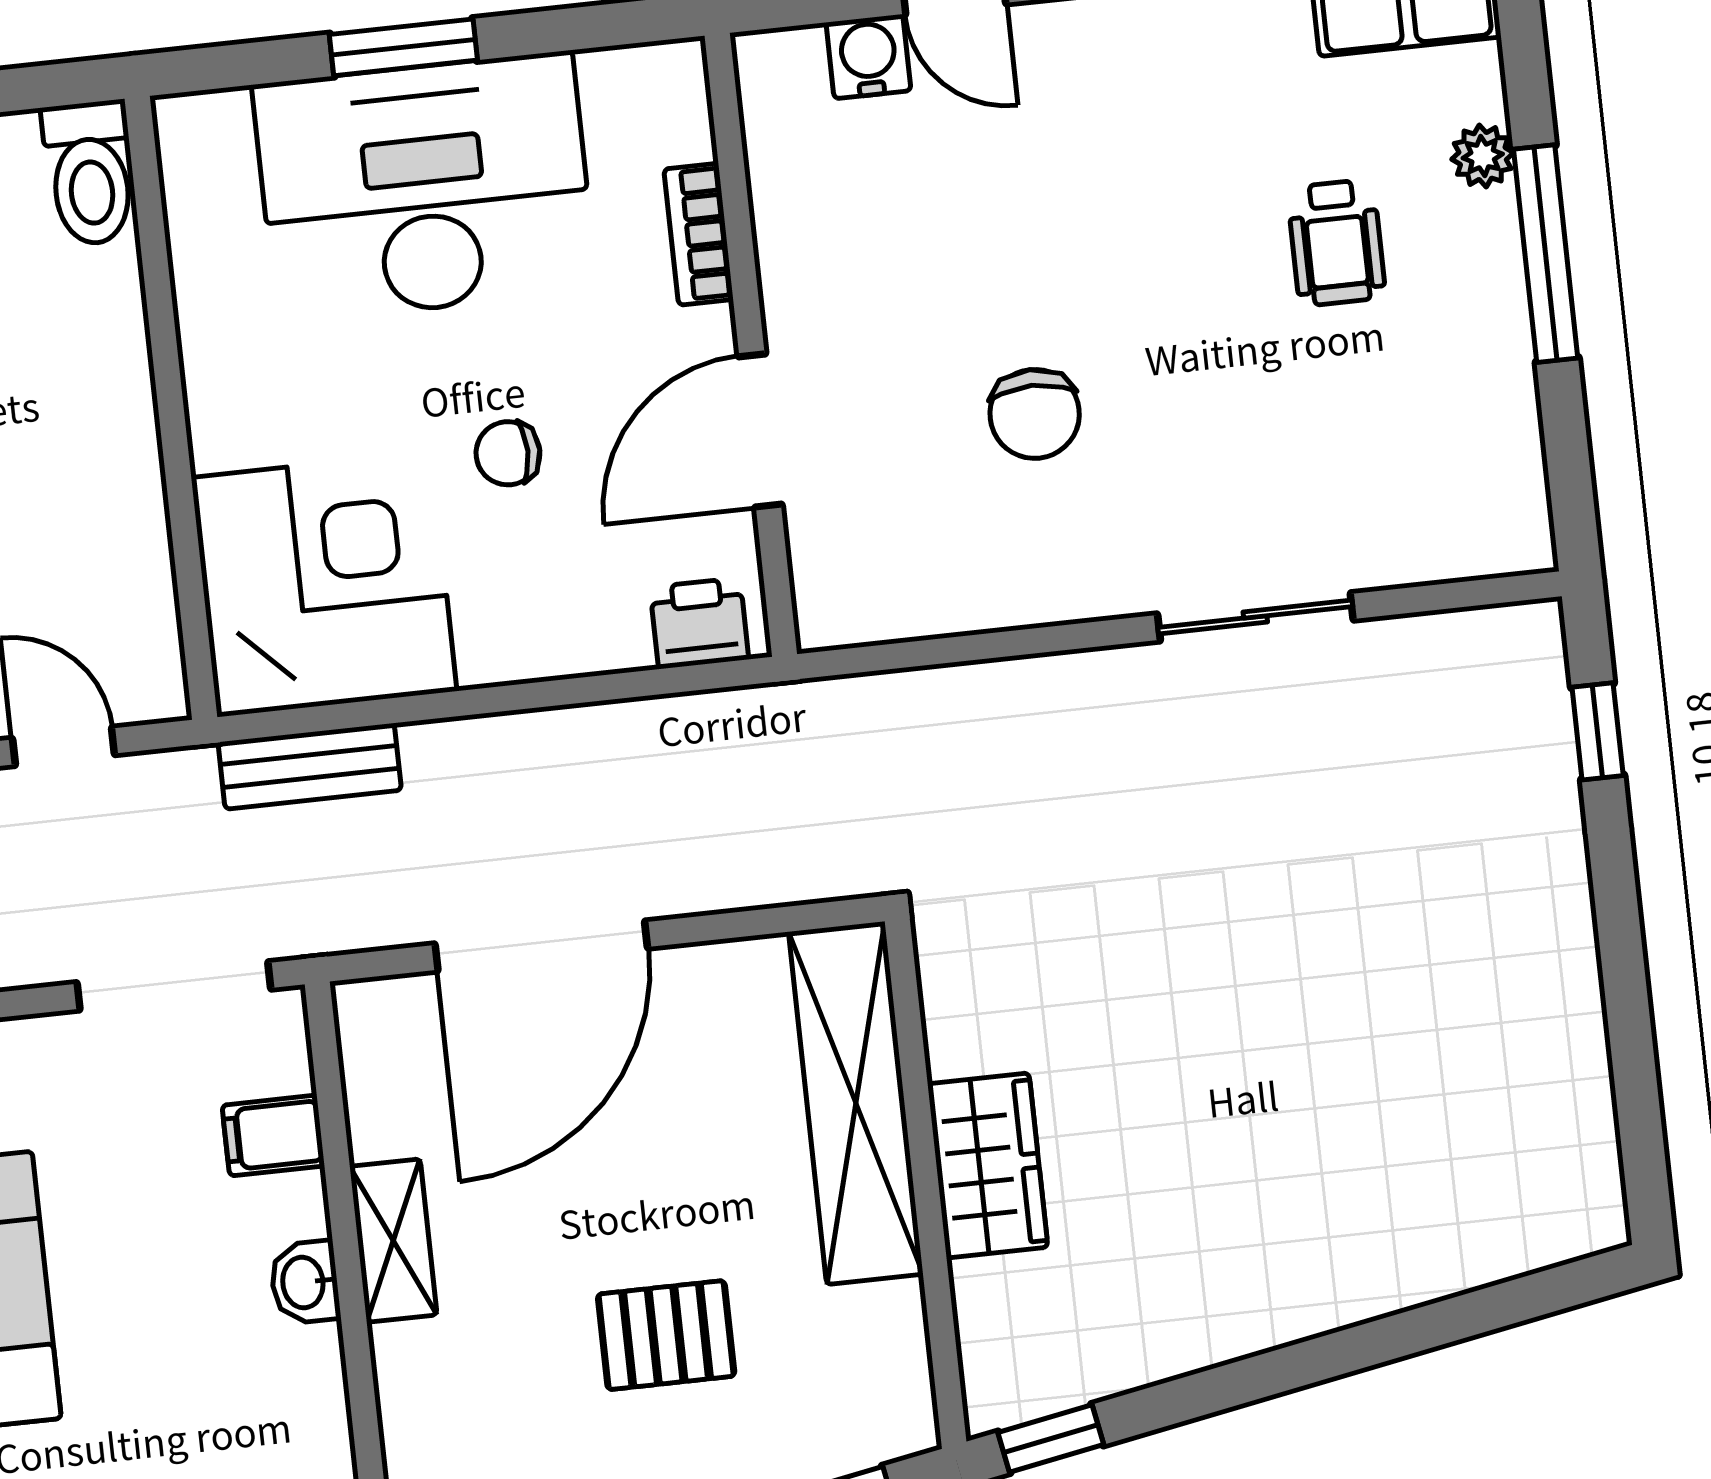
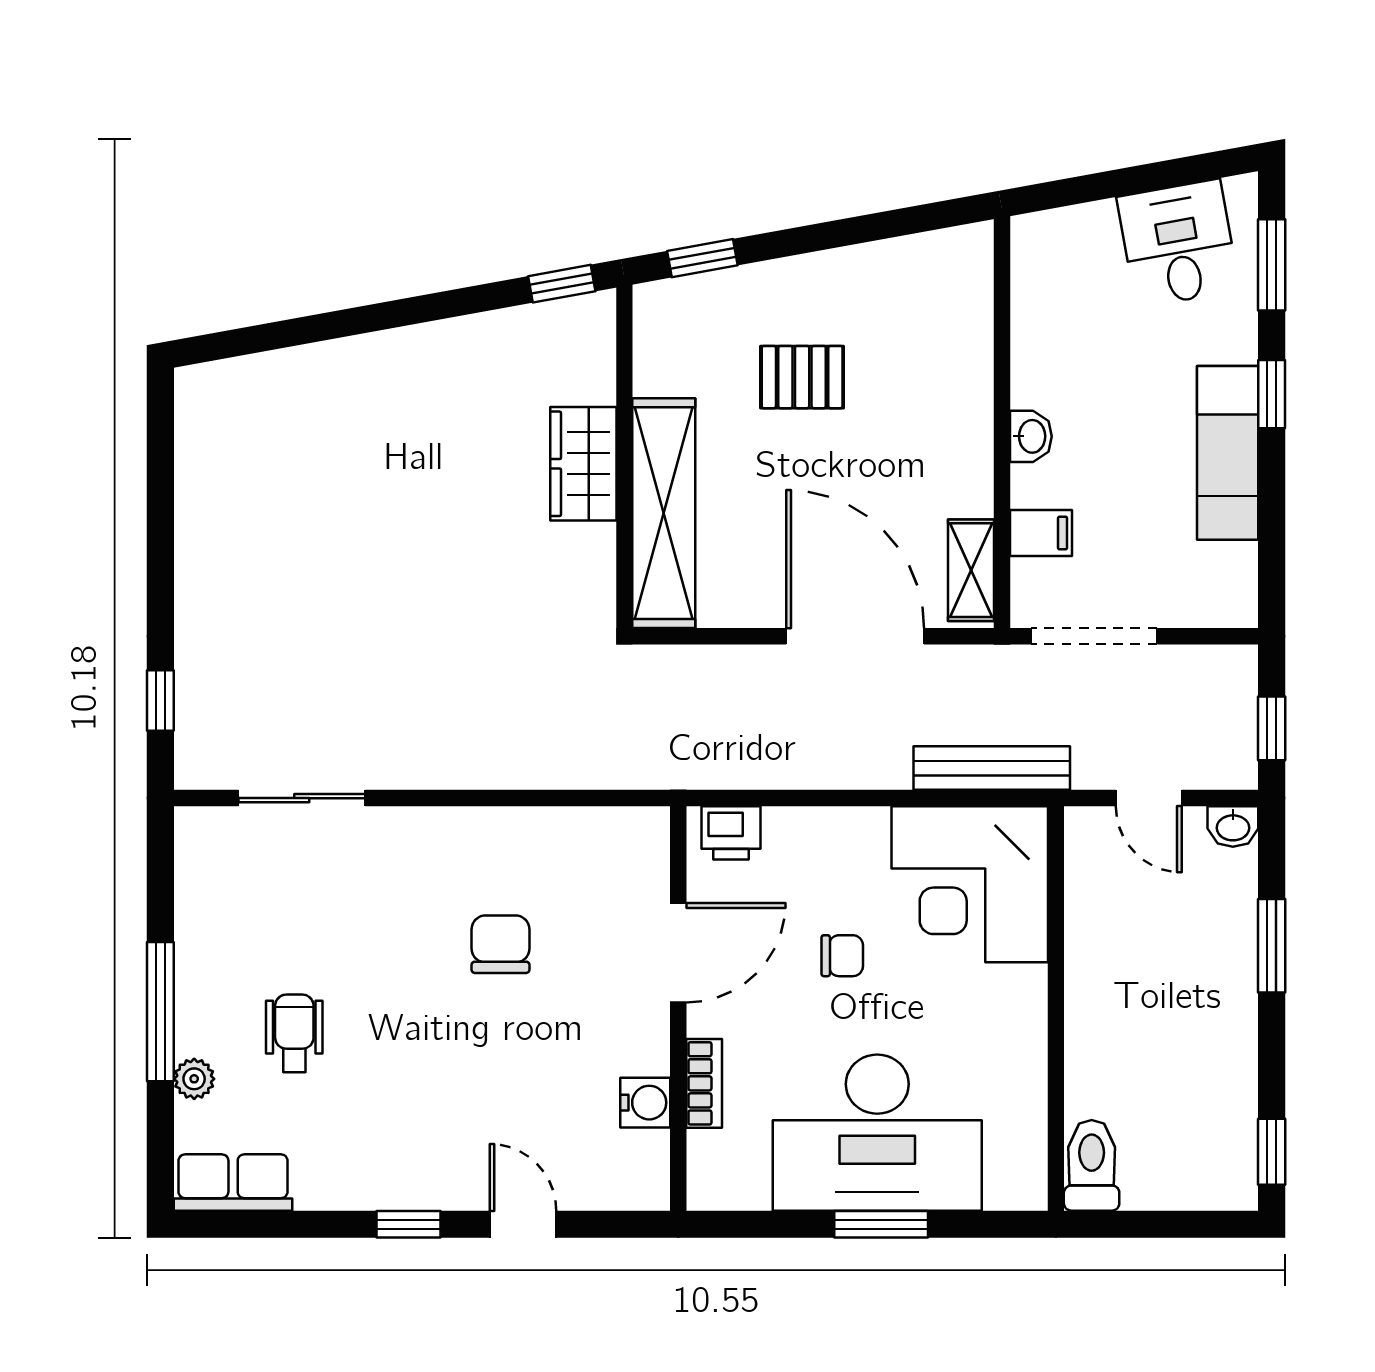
water cooler: (868, 57) -> (645, 1103), moved, turned -90
sliding door: (1255, 617) -> (302, 798), moved
bench: (310, 766) -> (992, 768), width x1.36
door: (541, 946) -> (855, 636), hinge flipped
shelving: (393, 1241) -> (971, 570), moved

